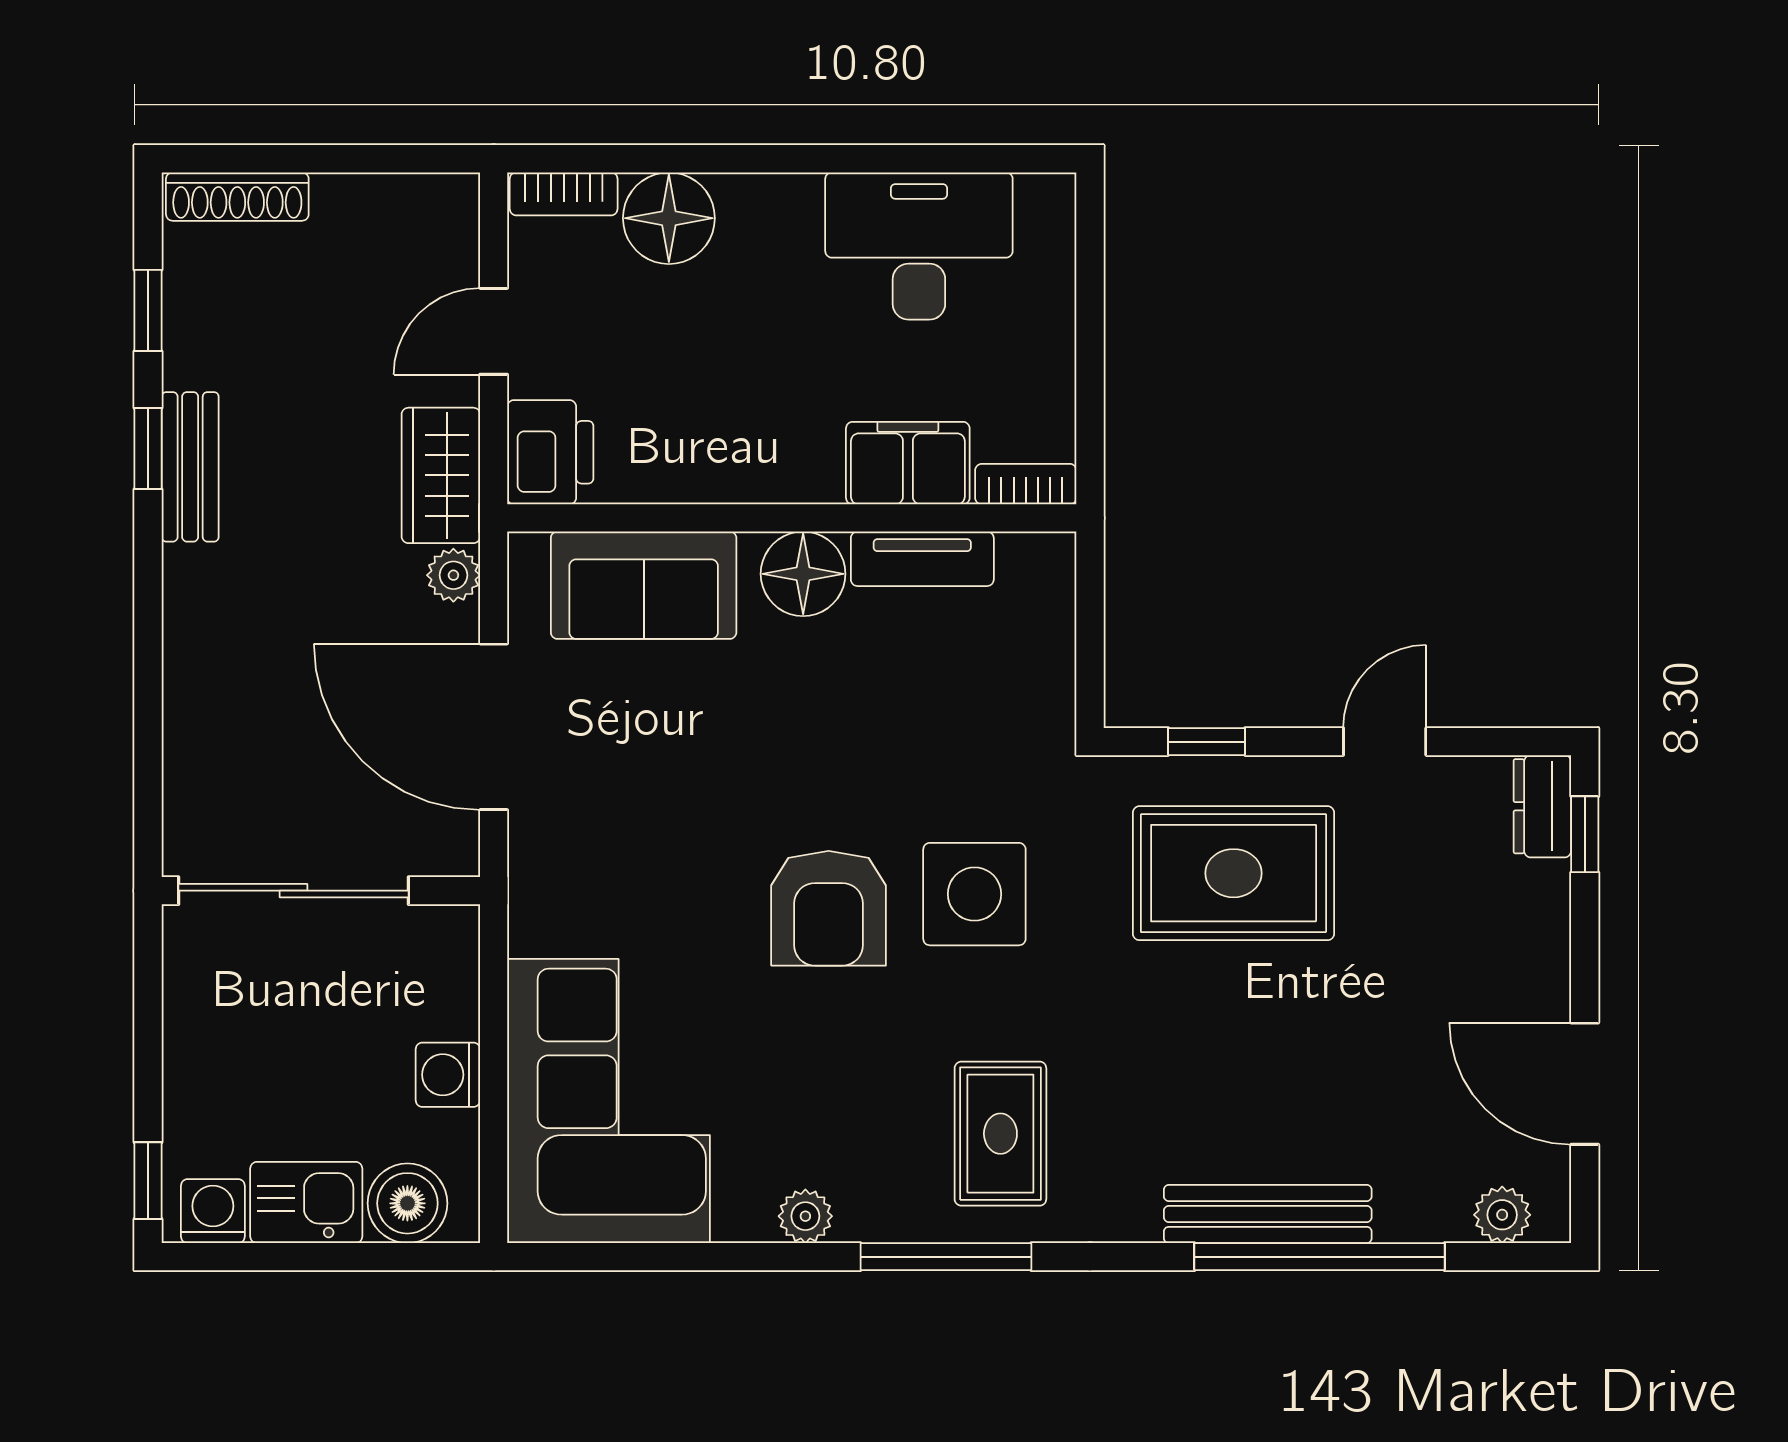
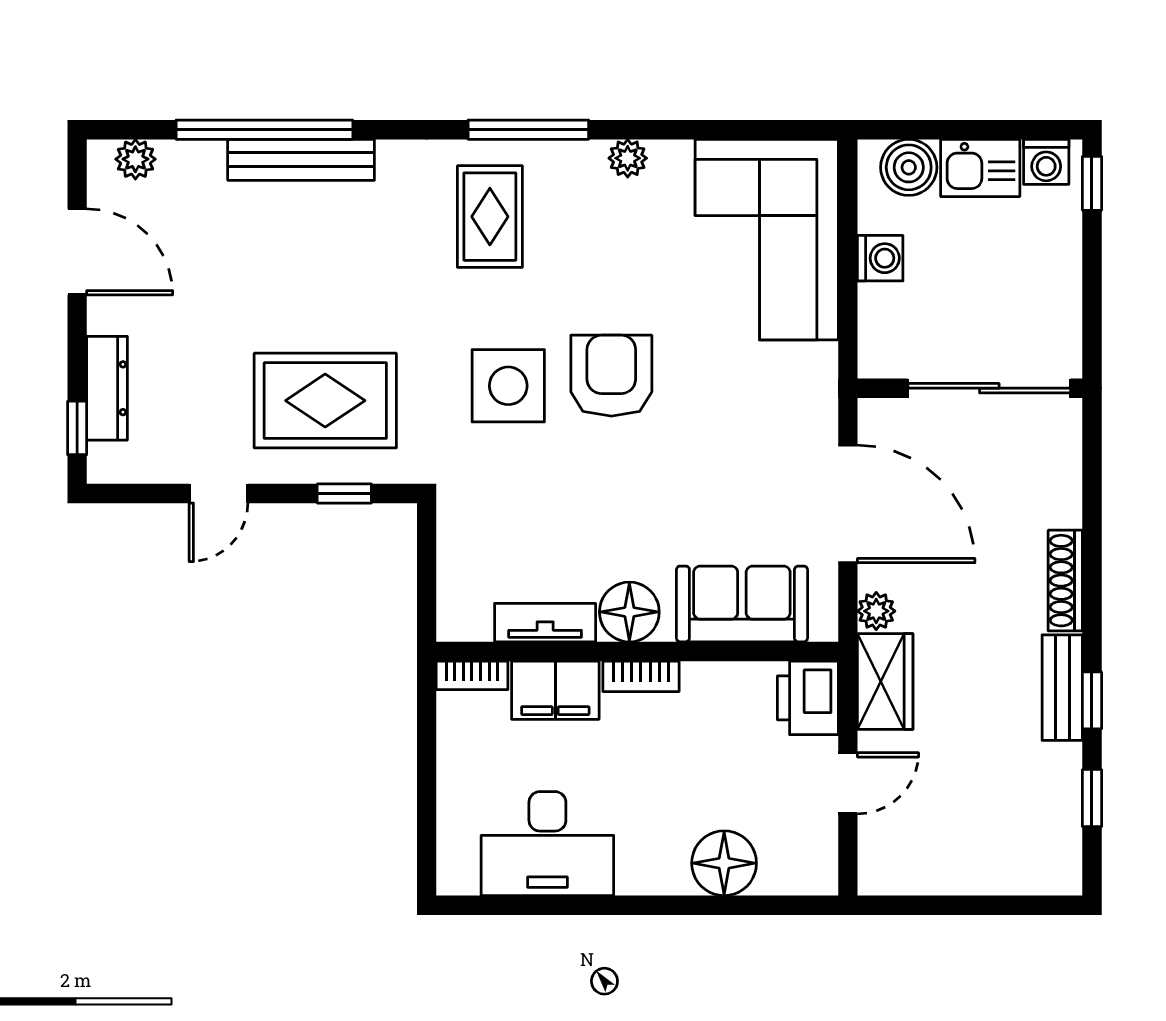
bookcase: (564, 194) -> (641, 676), moved, turned 180
shoe rack: (237, 197) -> (1065, 581), moved, turned -90
dresser: (1542, 806) -> (107, 388), moved, width x1.44

